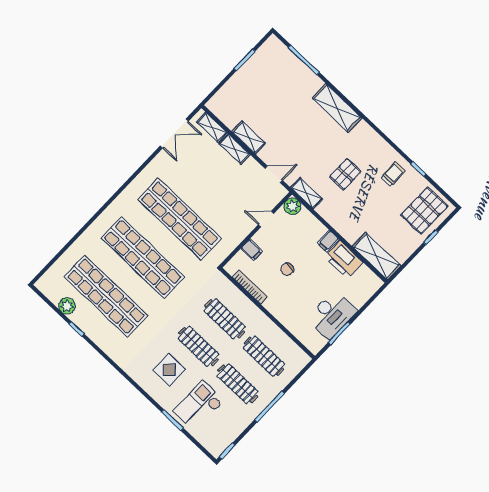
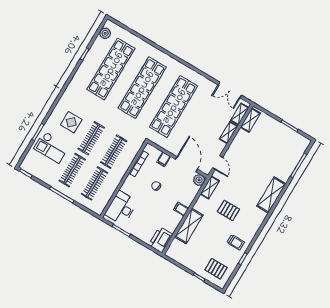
shelving: (249, 138) -> (250, 120), moved
pallet: (424, 211) -> (216, 269), width x0.67, depth x0.71
door: (266, 219) -> (186, 164), width x1.88
shelving: (377, 256) -> (189, 226), moved
printer: (344, 260) -> (161, 240), moved
plant: (67, 306) -> (105, 33), moved
desk: (332, 315) -> (121, 208), moved, turned 90
checkout: (199, 406) -> (51, 147), turned 180

